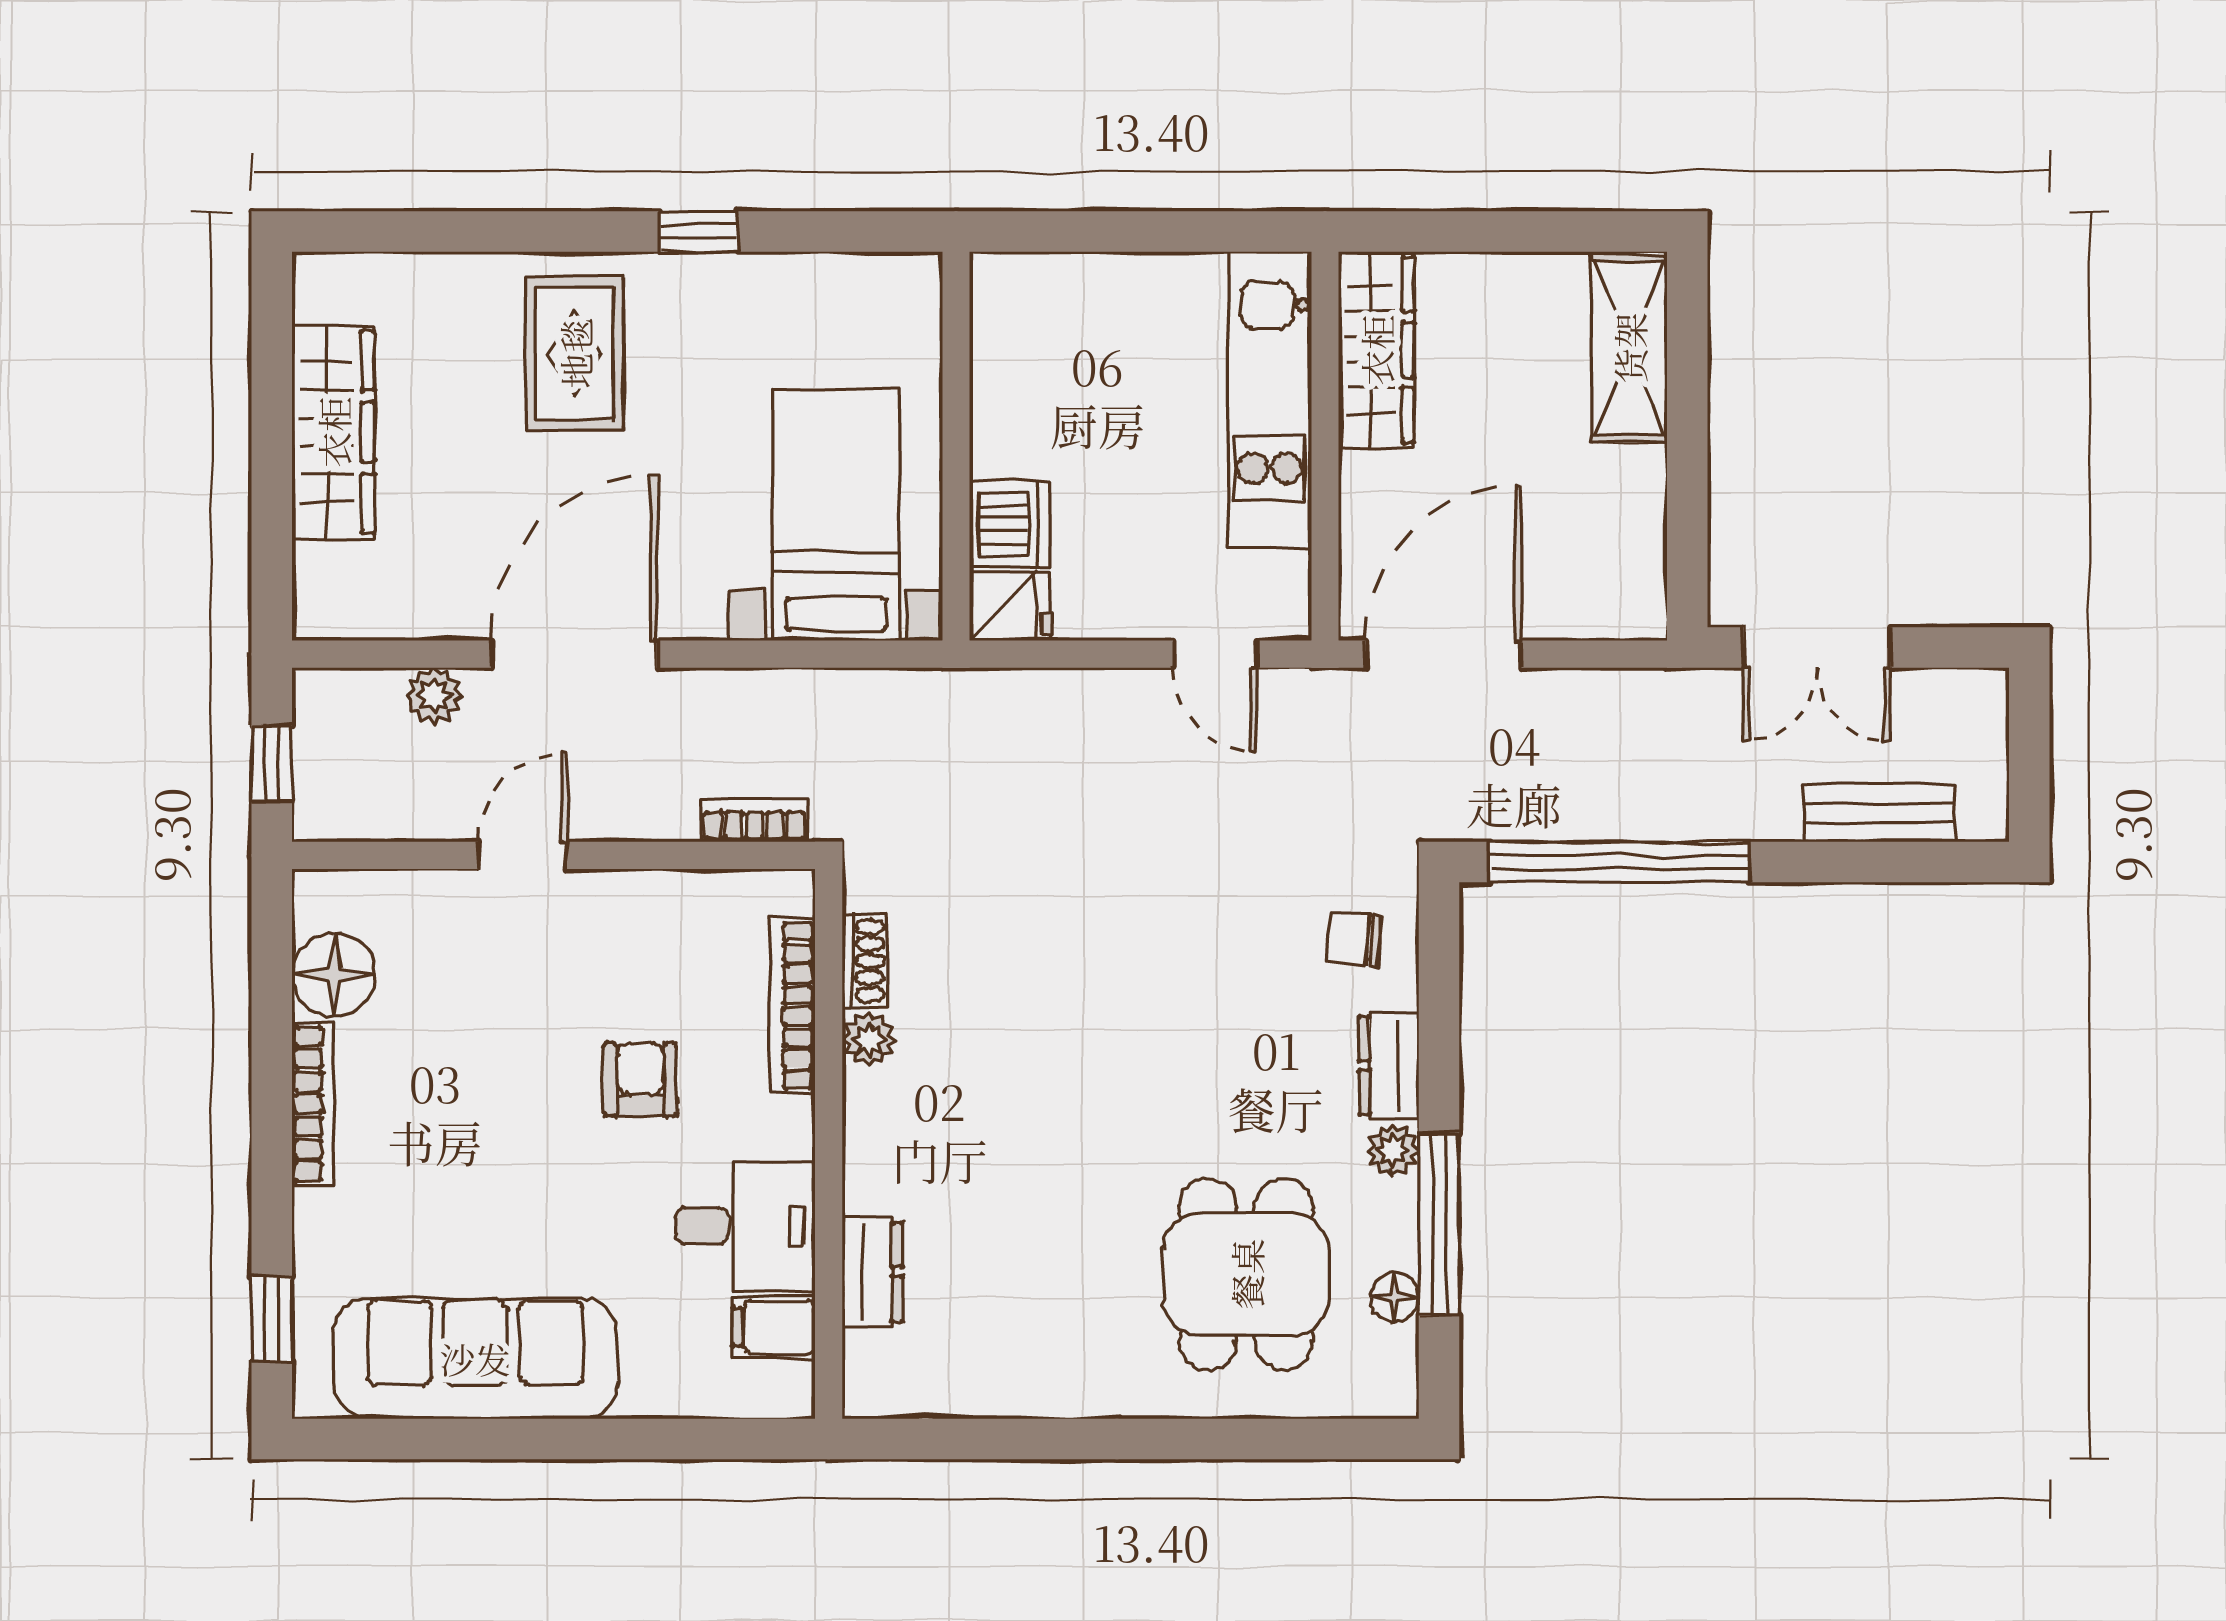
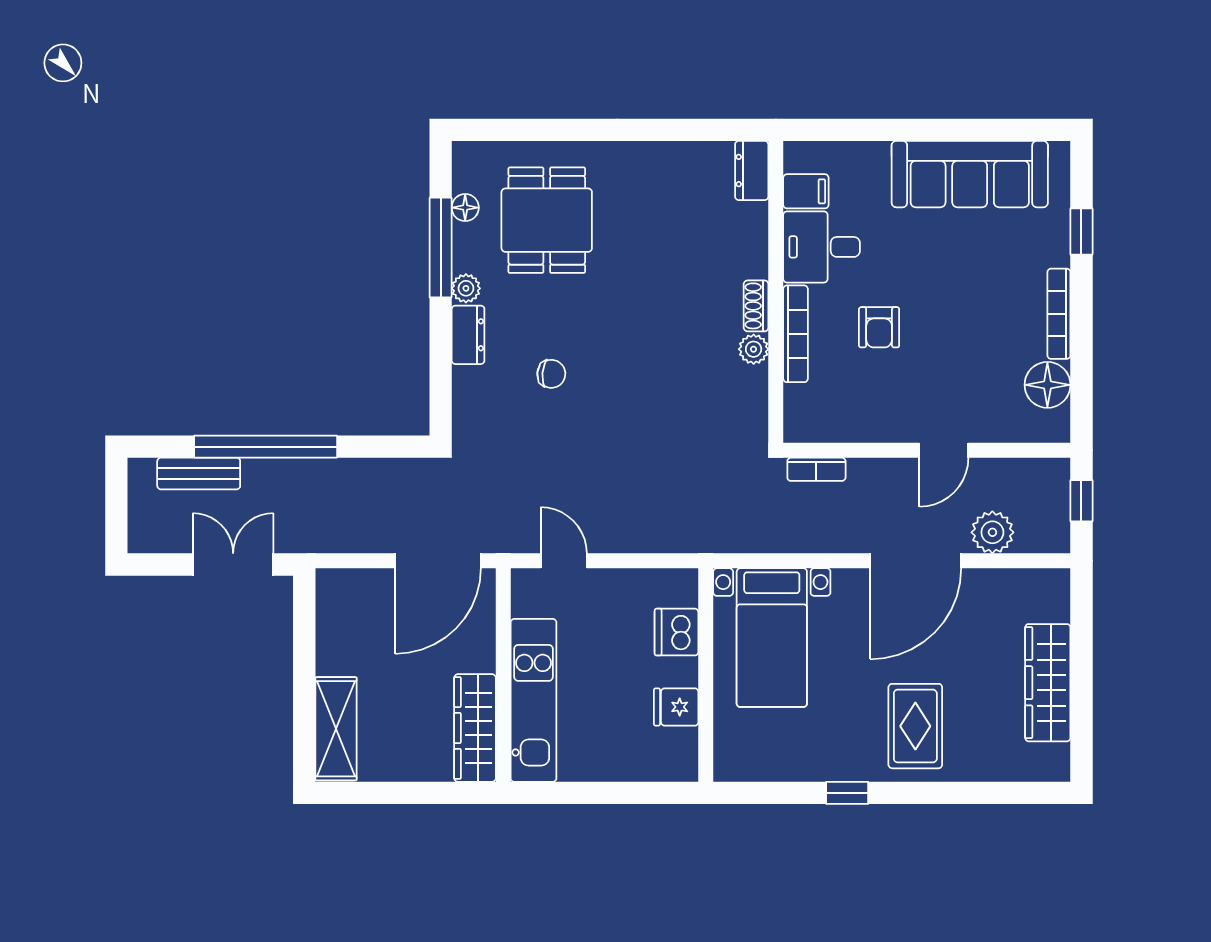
fridge: (1010, 606) -> (676, 707), moved
plant: (434, 696) -> (992, 532), width x1.38, depth x1.38
window: (1620, 862) -> (266, 447), moved
chair: (1355, 939) -> (551, 374), moved
shoe rack: (865, 961) -> (756, 306), moved
bookcase: (793, 1006) -> (796, 334), moved
dresser: (872, 1272) -> (752, 171), moved
window: (272, 1319) -> (1081, 232), moved

